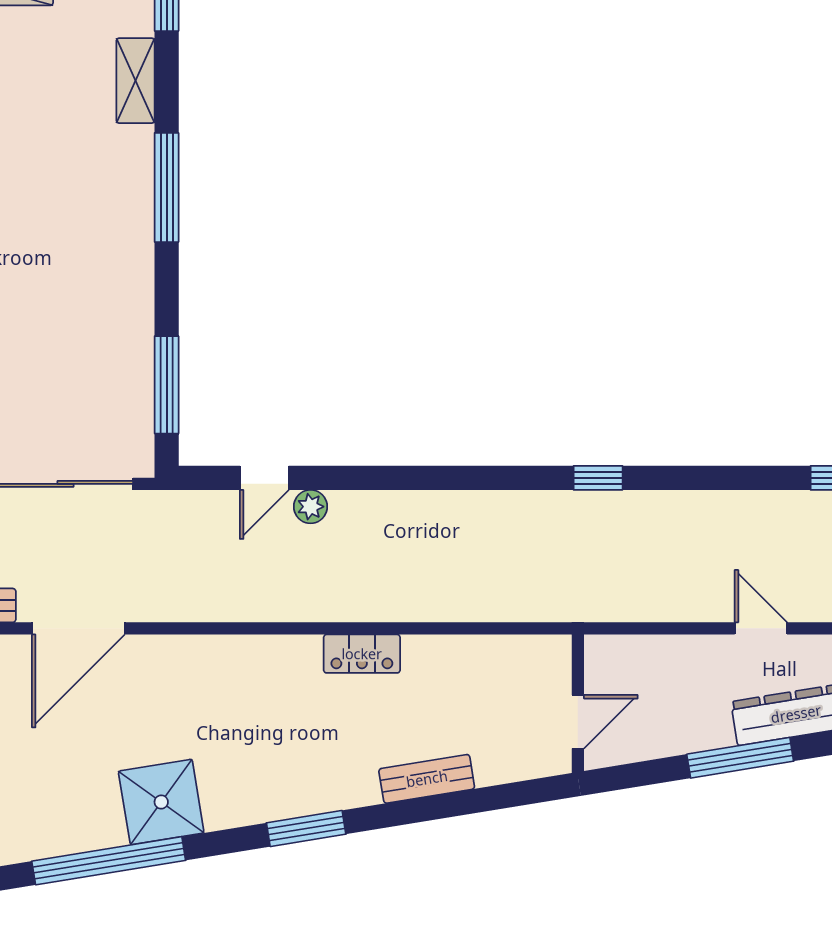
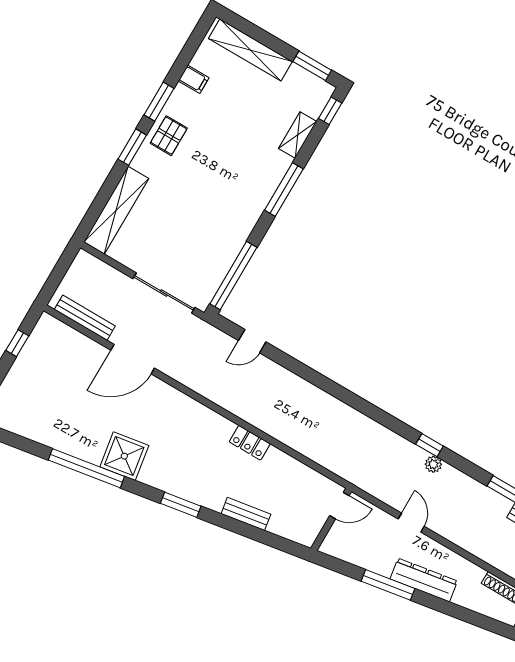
window: (167, 385) -> (233, 276), width x1.46
window: (598, 478) -> (429, 445), moved
plant: (310, 507) -> (433, 464), moved
door: (761, 628) -> (411, 523), moved
door: (578, 722) -> (339, 506), moved

